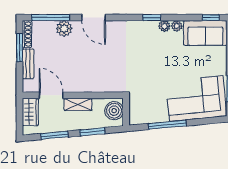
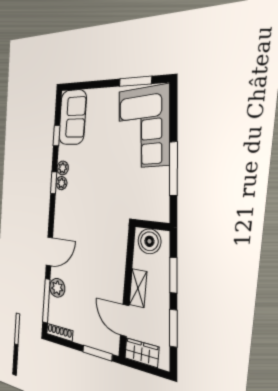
window: (211, 18) -> (56, 136), moved
plant: (177, 26) -> (61, 183), moved
window: (19, 48) -> (97, 353), moved
bench: (28, 64) -> (89, 340), removed
door: (51, 95) -> (125, 320), hinge flipped

